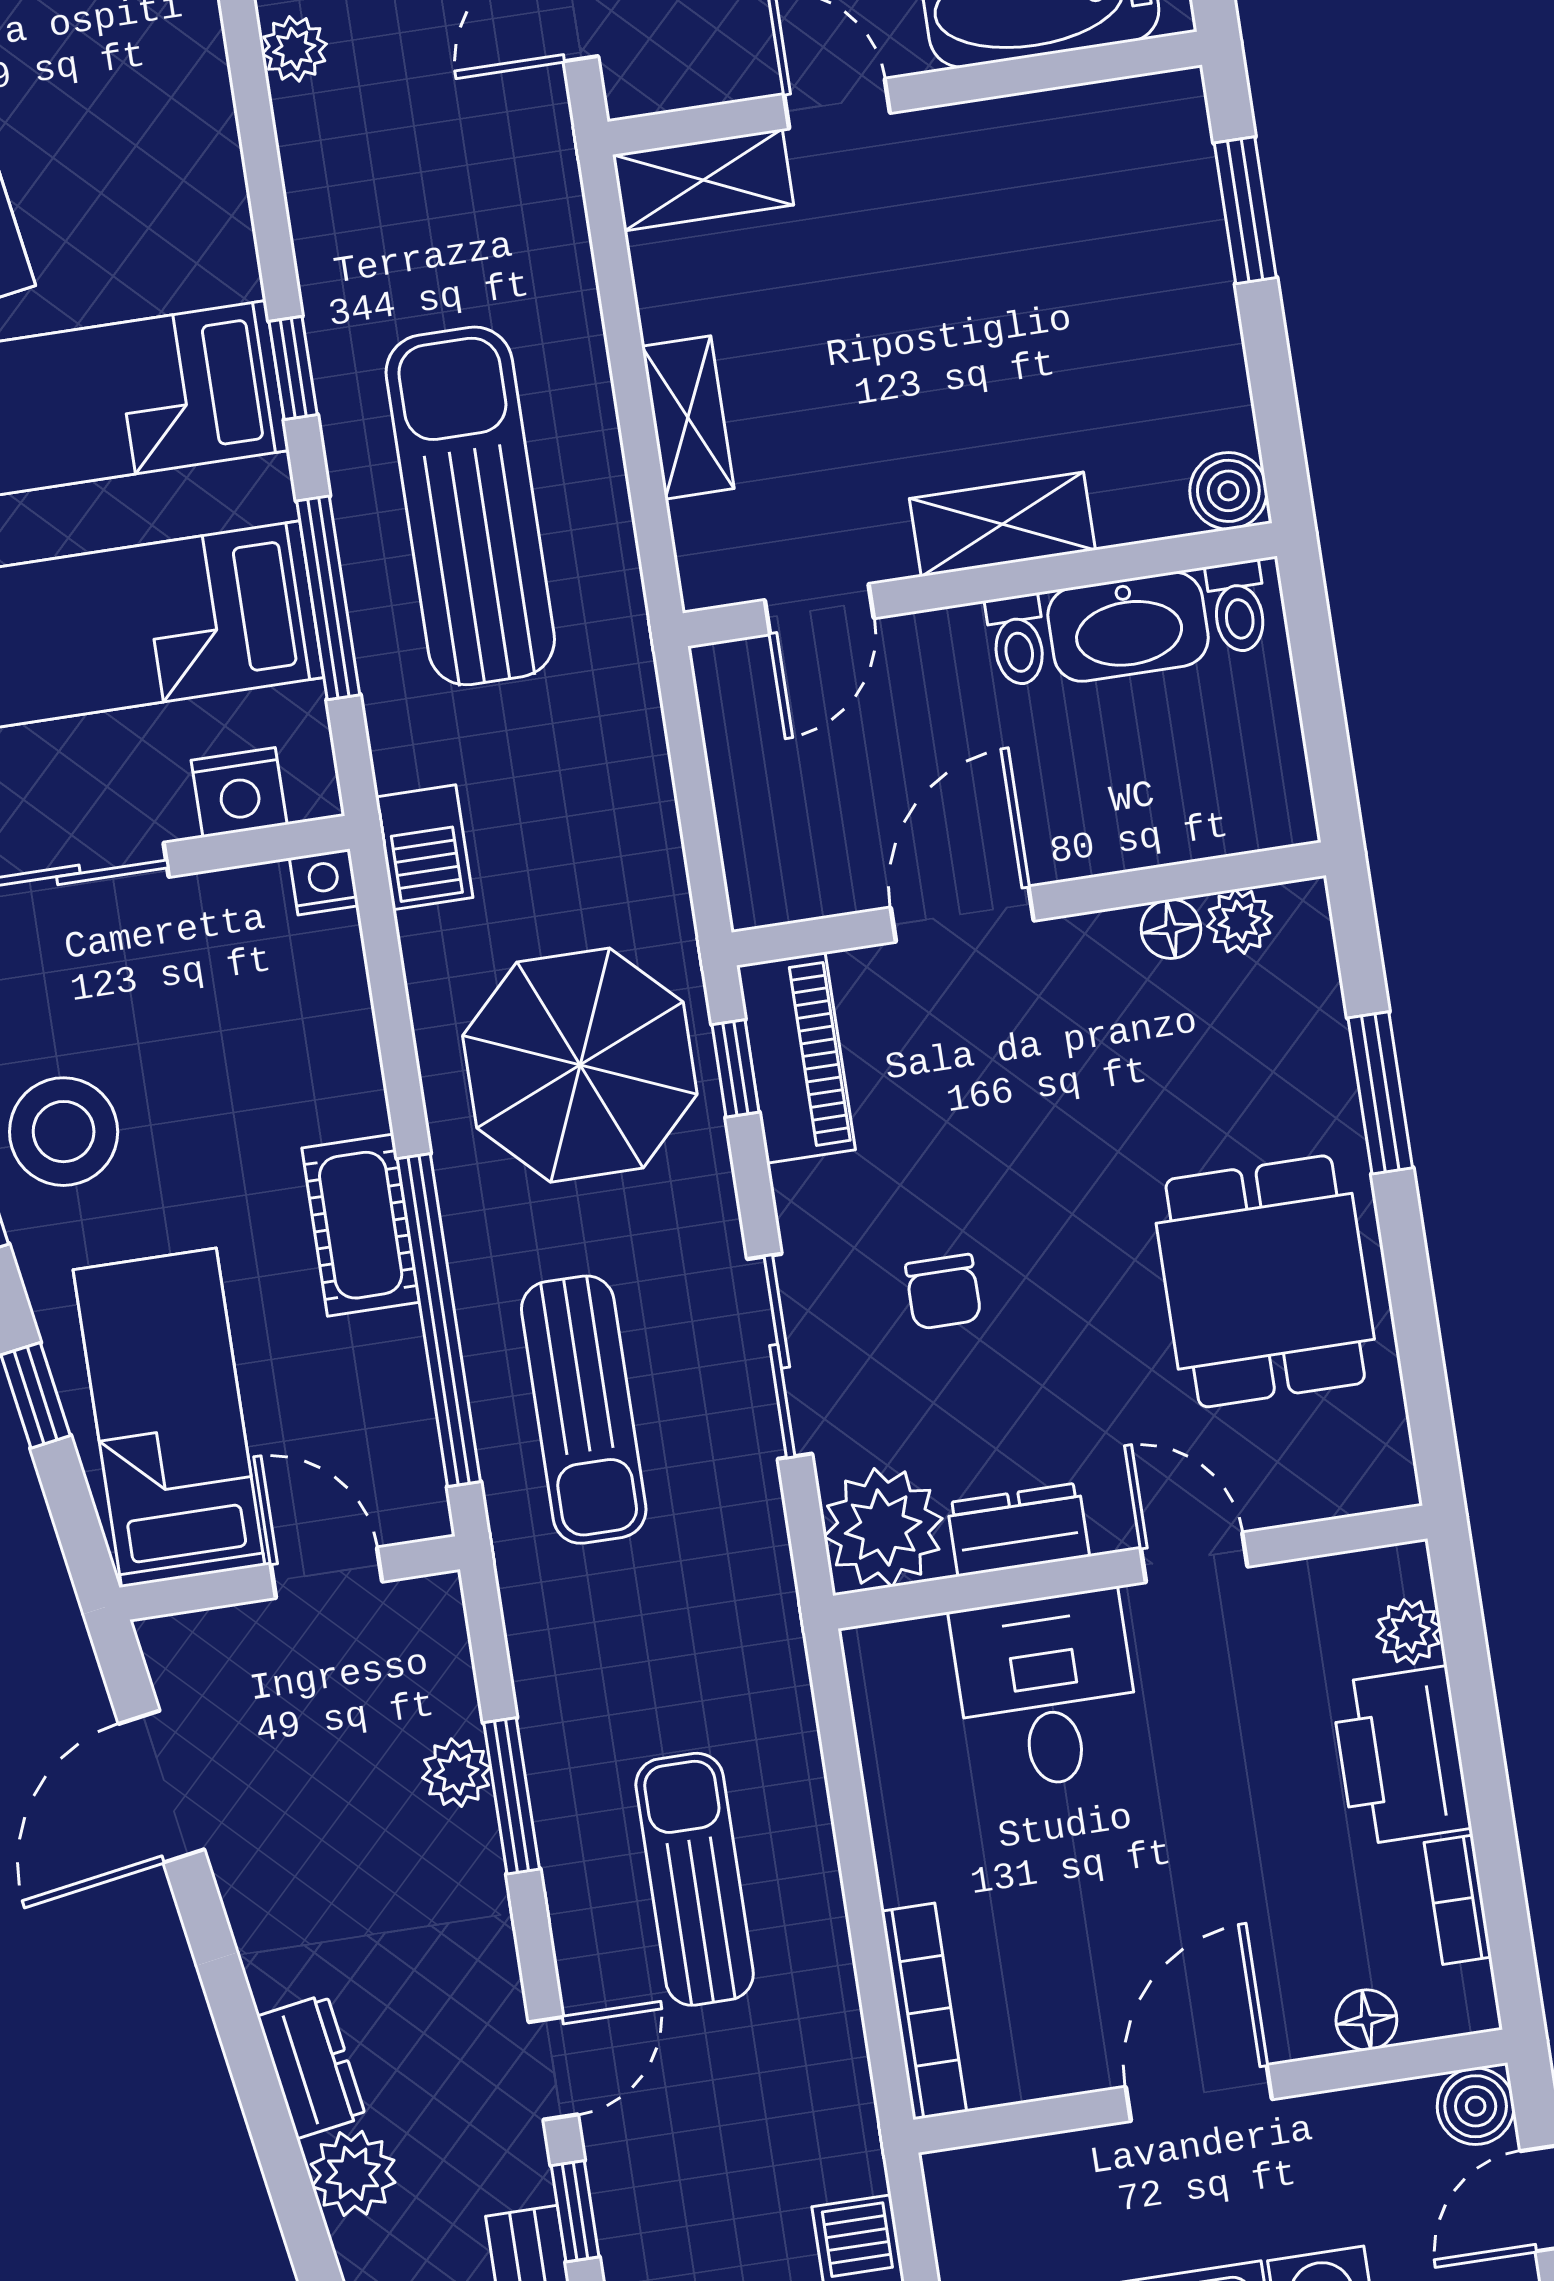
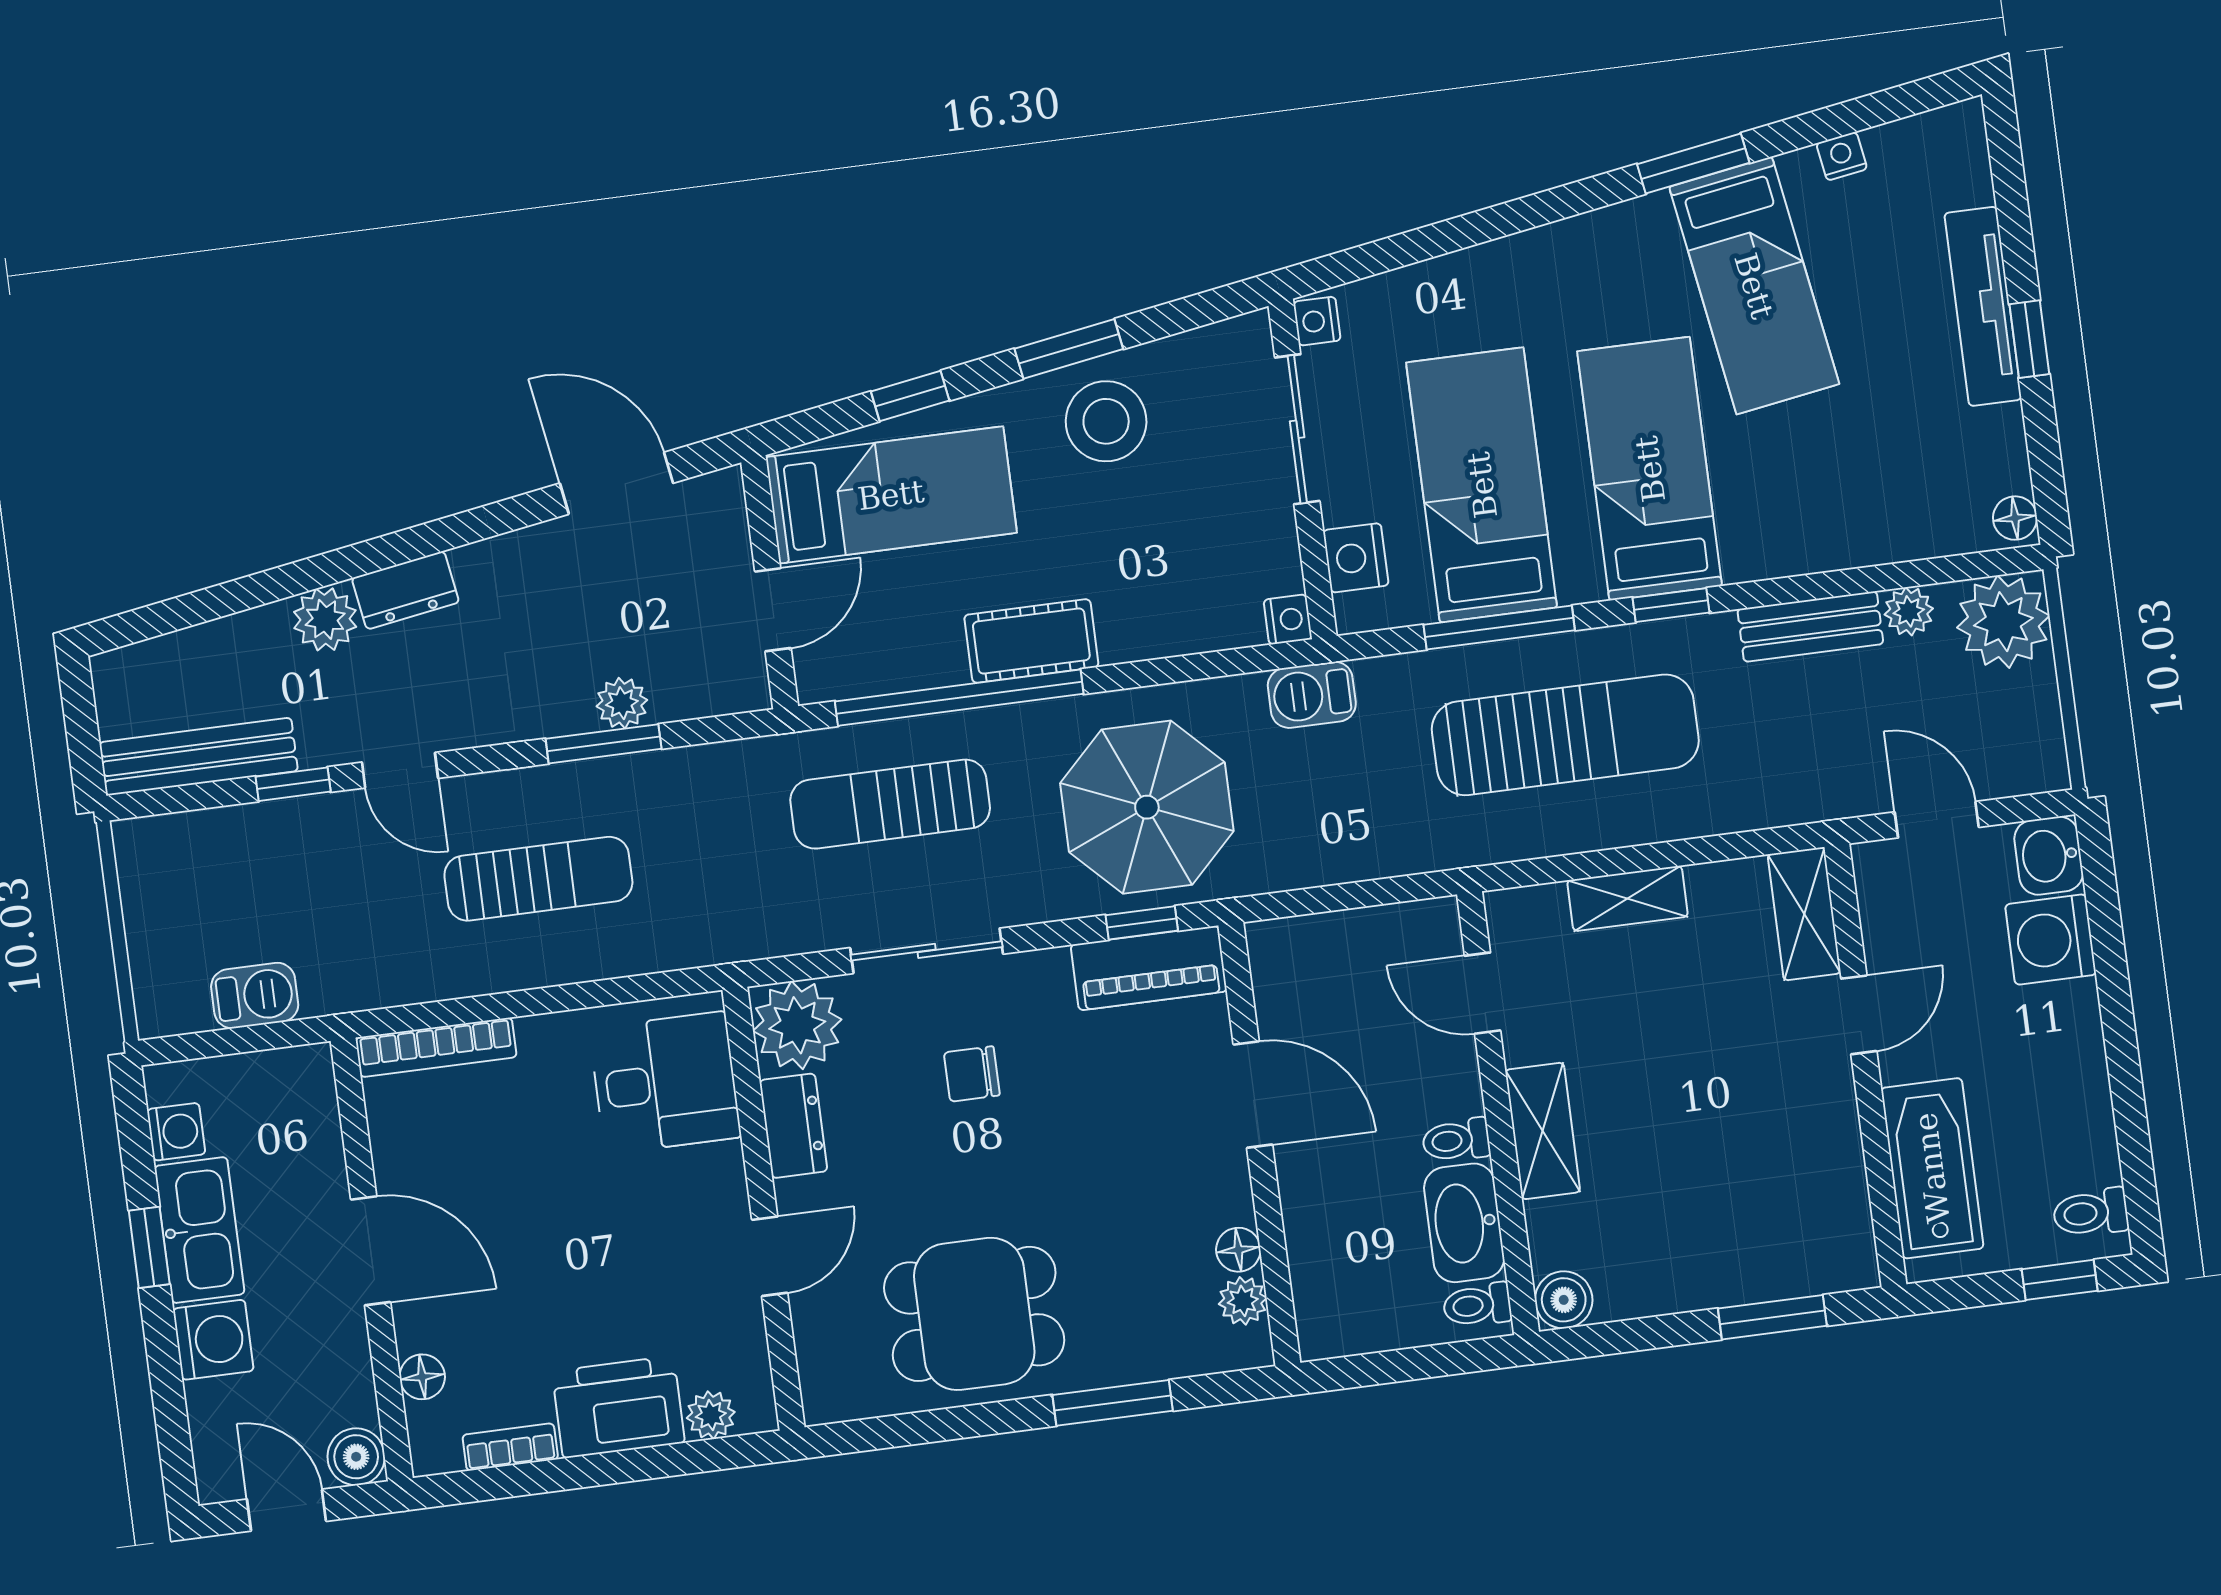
bench: (318, 181) -> (1810, 627), added
desk: (1047, 1690) -> (665, 1083), moved

